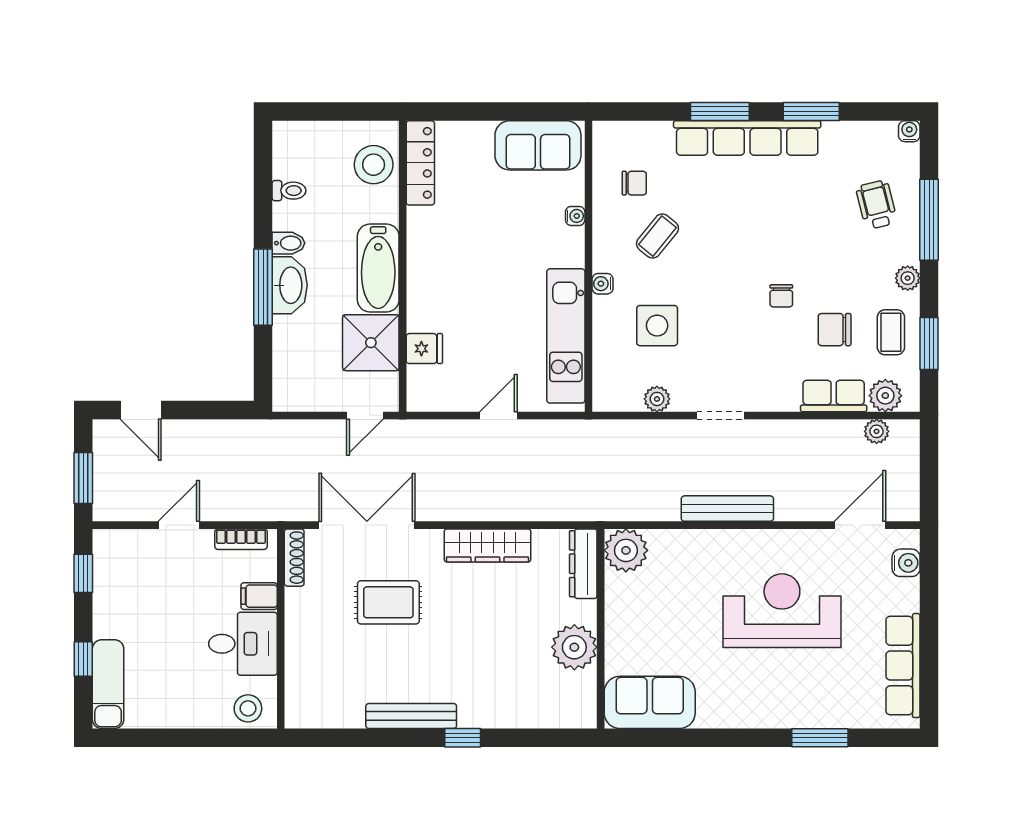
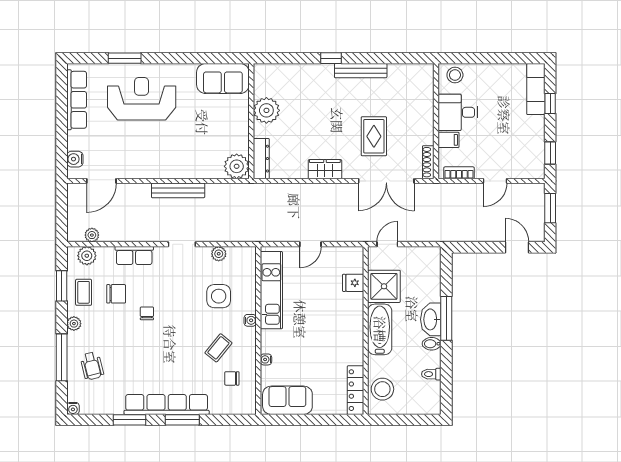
row of seats: (834, 396) -> (134, 255), moved
wardrobe: (487, 545) -> (325, 169), width x0.67
rug: (388, 602) -> (374, 136), turned 90
reception desk: (782, 611) -> (142, 99), moved, turned 180

